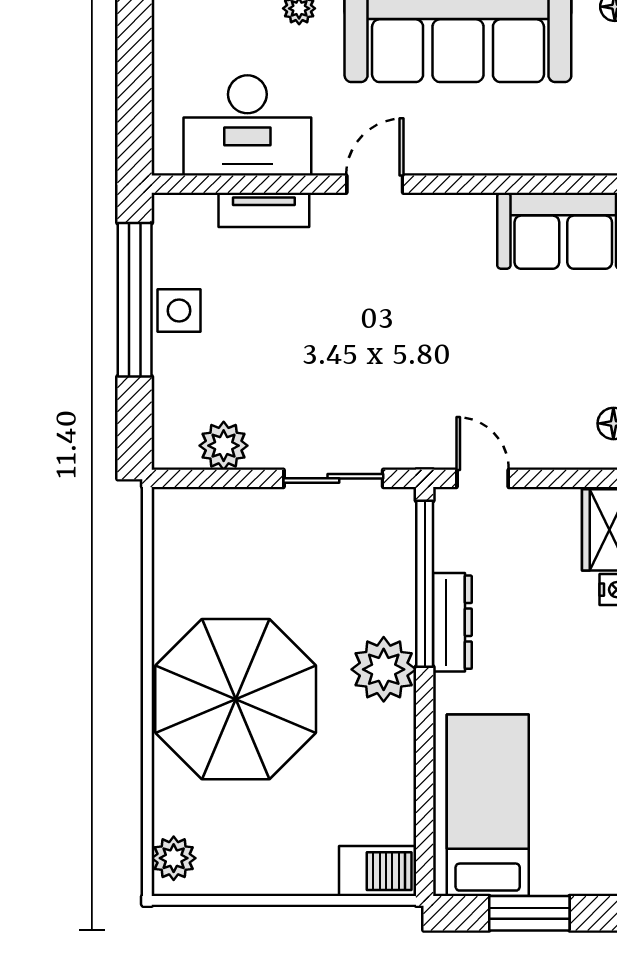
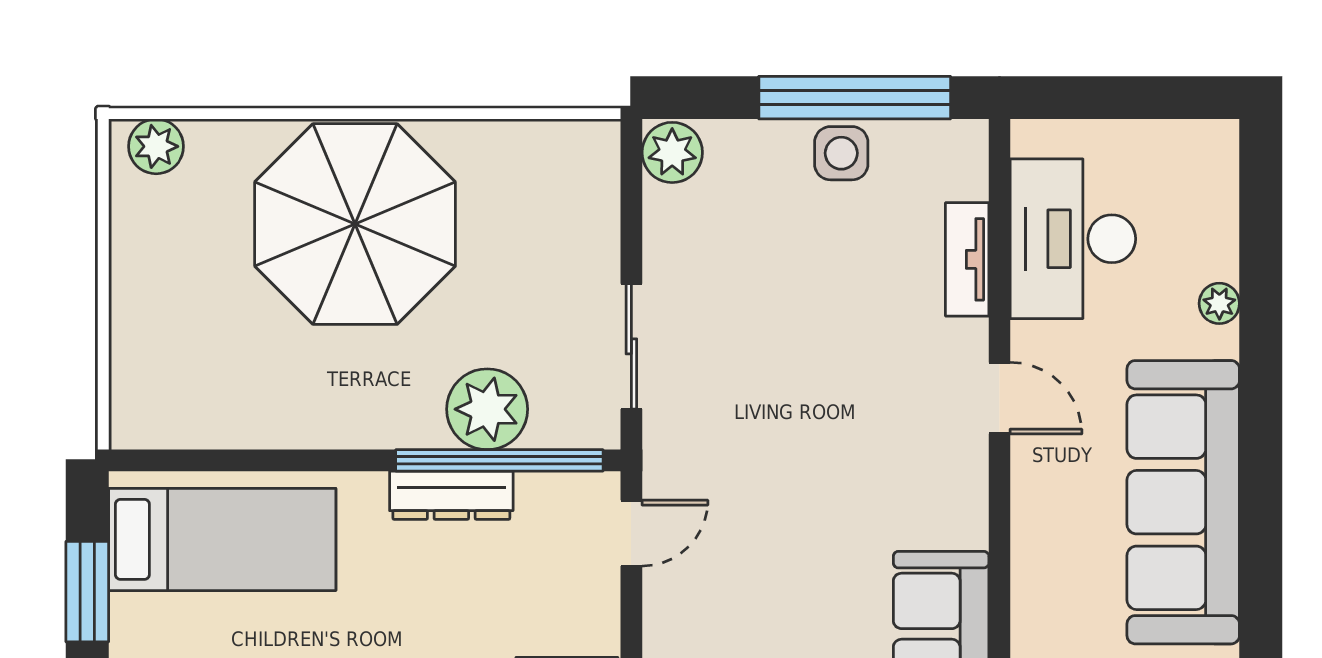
plant: (224, 446) -> (672, 152), moved
plant: (384, 669) -> (487, 409), moved
barbecue: (378, 871) -> (140, 402), removed

